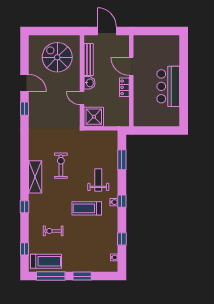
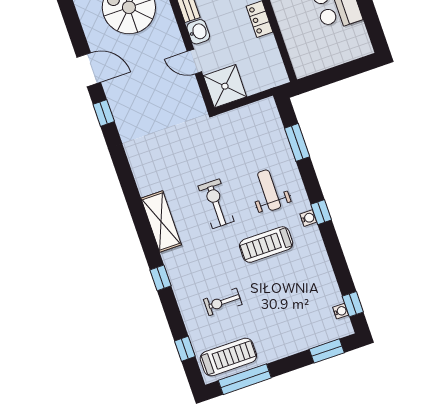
exercise bike: (61, 166) -> (216, 204), moved
window: (122, 239) -> (353, 304), moved
window: (82, 276) -> (327, 351), moved

